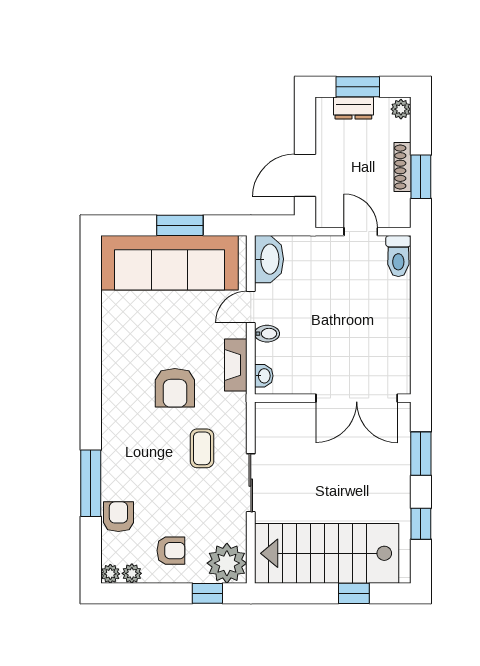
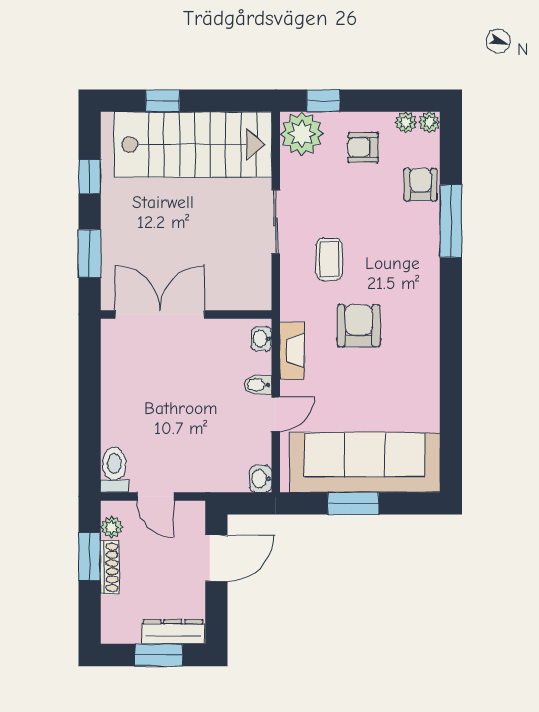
dresser: (353, 108) -> (173, 632), width x1.44
plant: (401, 109) -> (112, 527), moved
washbasin: (269, 259) -> (261, 479), width x0.52, depth x0.69
armchair: (118, 517) -> (421, 185), turned 180

